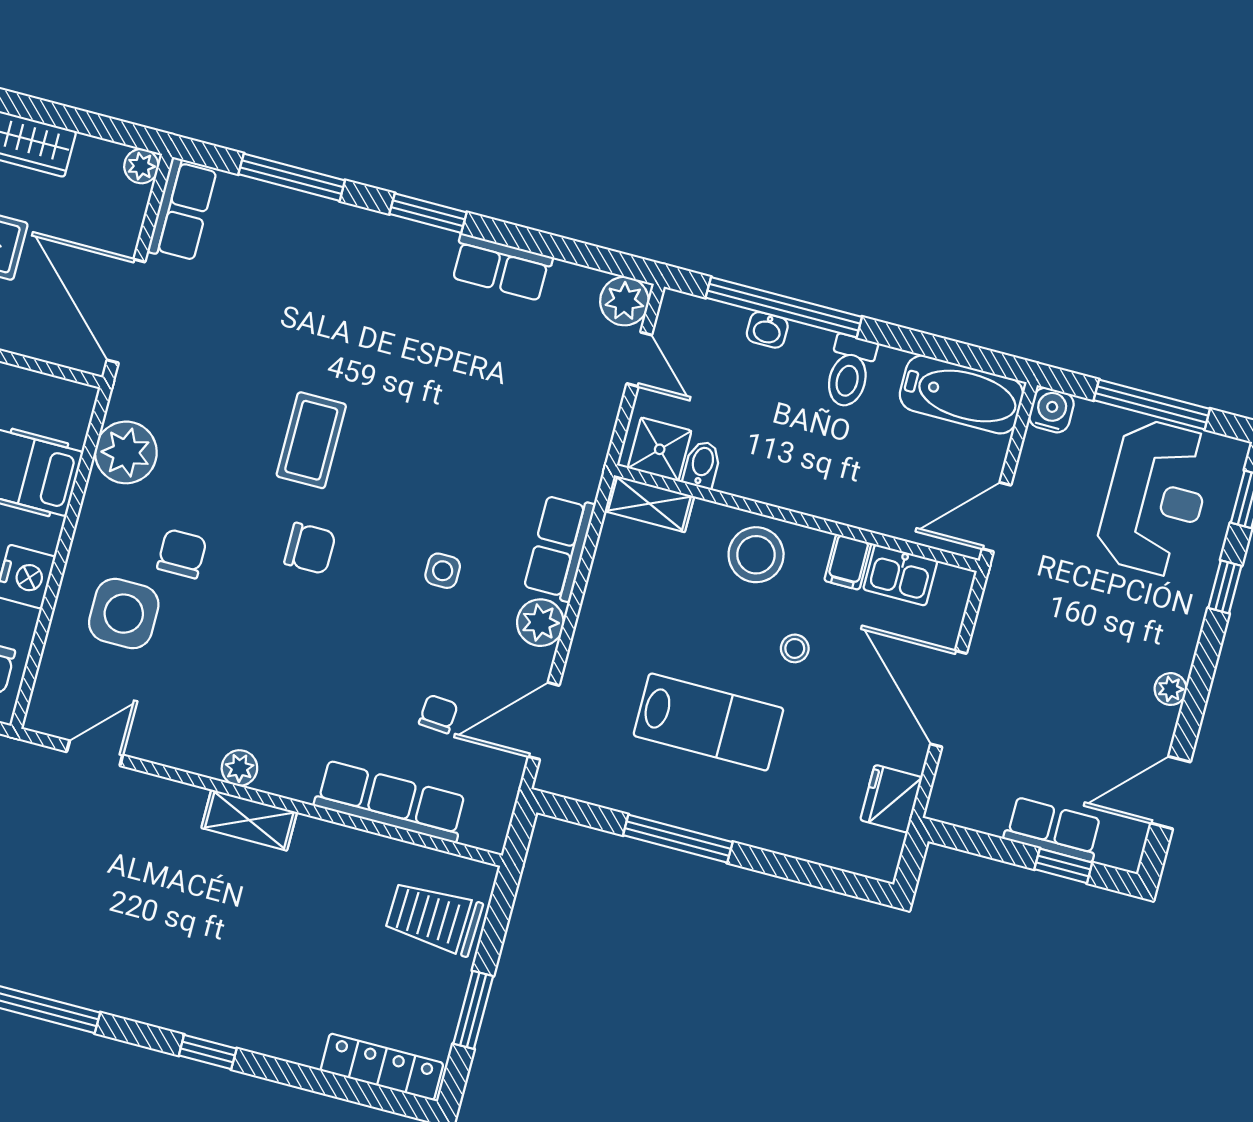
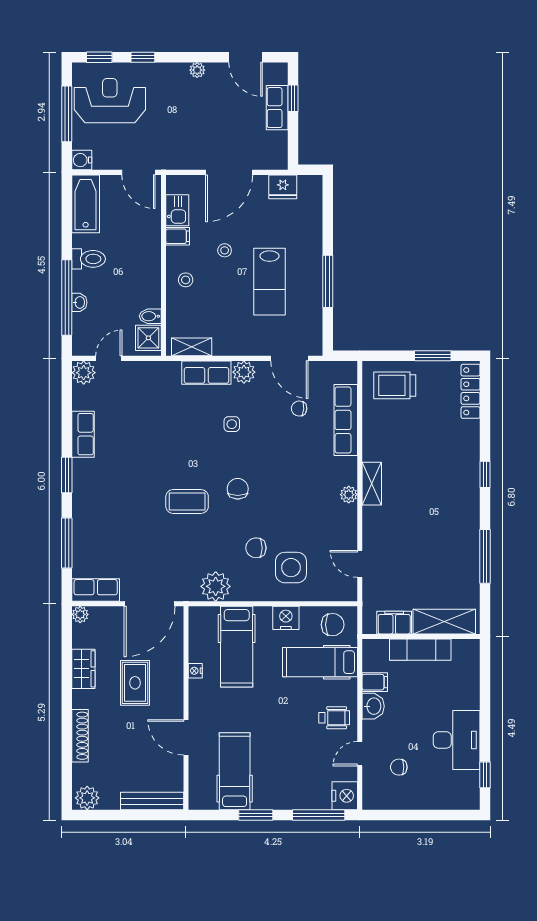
shelving: (649, 504) -> (192, 347), moved, turned 90
stool: (756, 555) -> (186, 280), width x0.53, depth x0.53
lab bench: (708, 722) -> (270, 282), turned 180
trolley: (434, 918) -> (395, 385), turned 88

